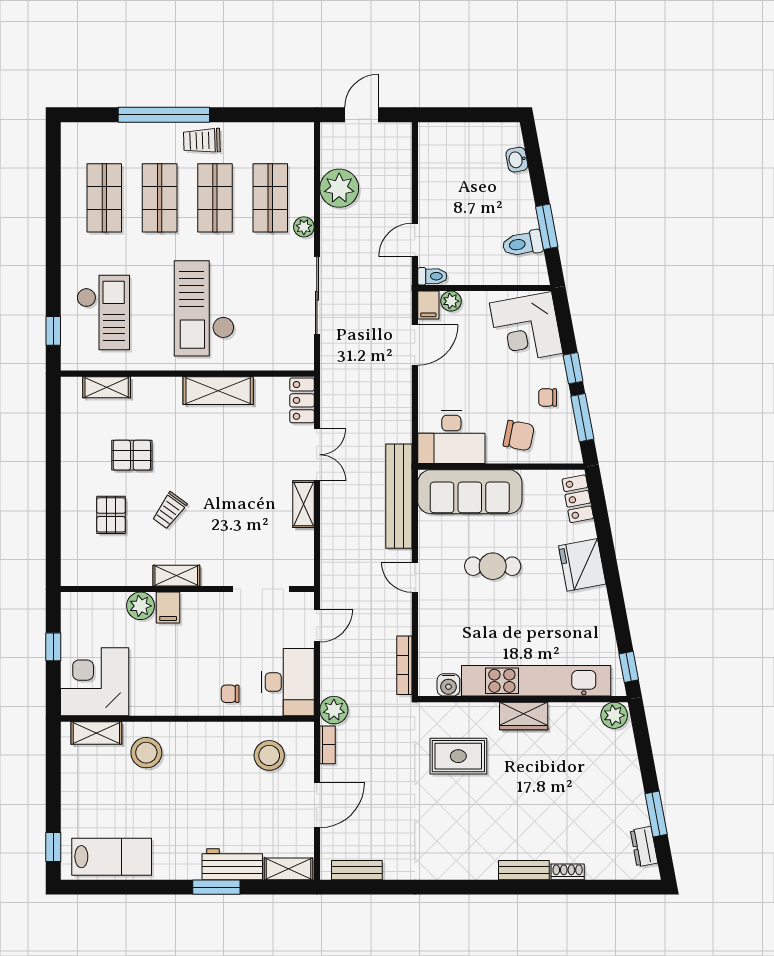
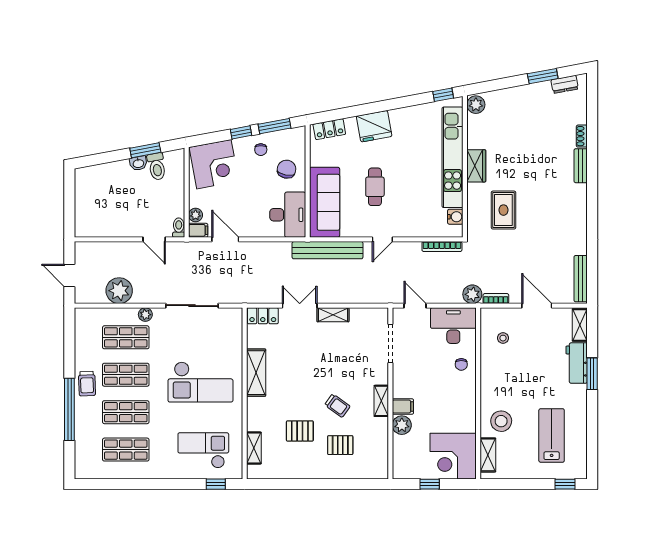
washbasin: (517, 160) -> (138, 163), moved
pallet: (132, 455) -> (300, 431), turned 90
stool: (269, 755) -> (503, 338), width x0.53, depth x0.53
lab bench: (112, 857) -> (552, 435), moved
bench: (357, 870) -> (581, 279), width x1.36

